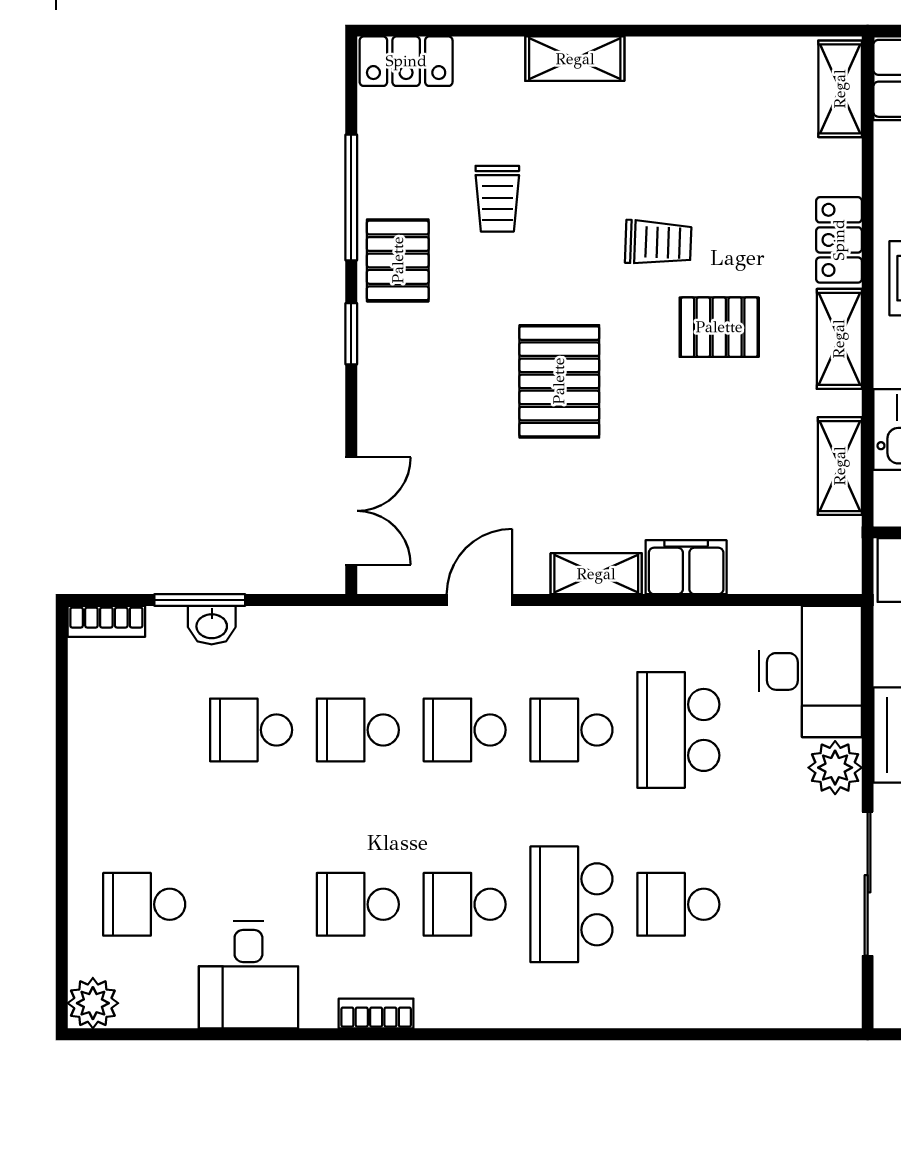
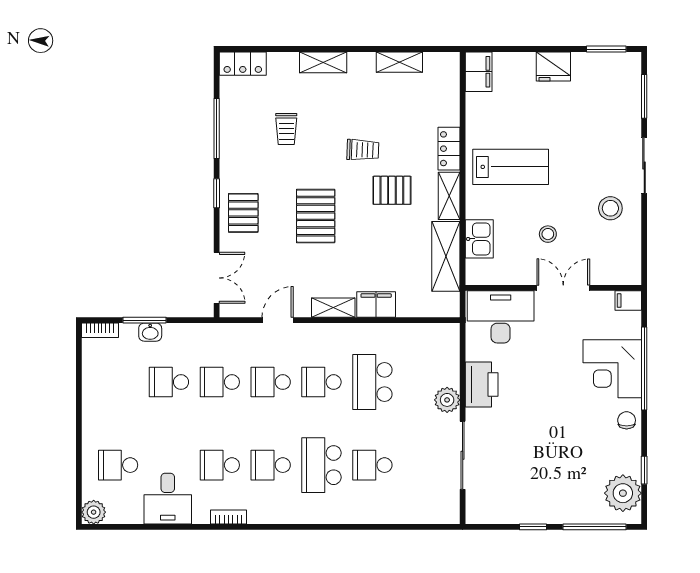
shelving: (840, 89) -> (399, 62), moved, turned 90
pallet: (398, 260) -> (243, 213), moved
shelving: (840, 466) -> (446, 256), width x1.50, depth x1.33
desk: (810, 671) -> (435, 354), removed

